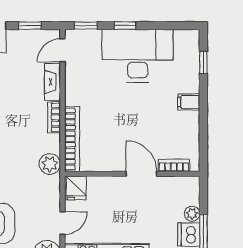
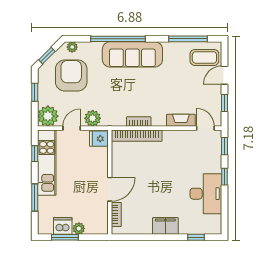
desk: (138, 56) -> (206, 194), width x0.73, depth x0.77
filing cabinet: (189, 102) -> (165, 226), width x2.00
bookcase: (54, 117) -> (139, 122), moved
plant: (50, 164) -> (93, 118), moved
door: (62, 223) -> (72, 128), swing flipped

